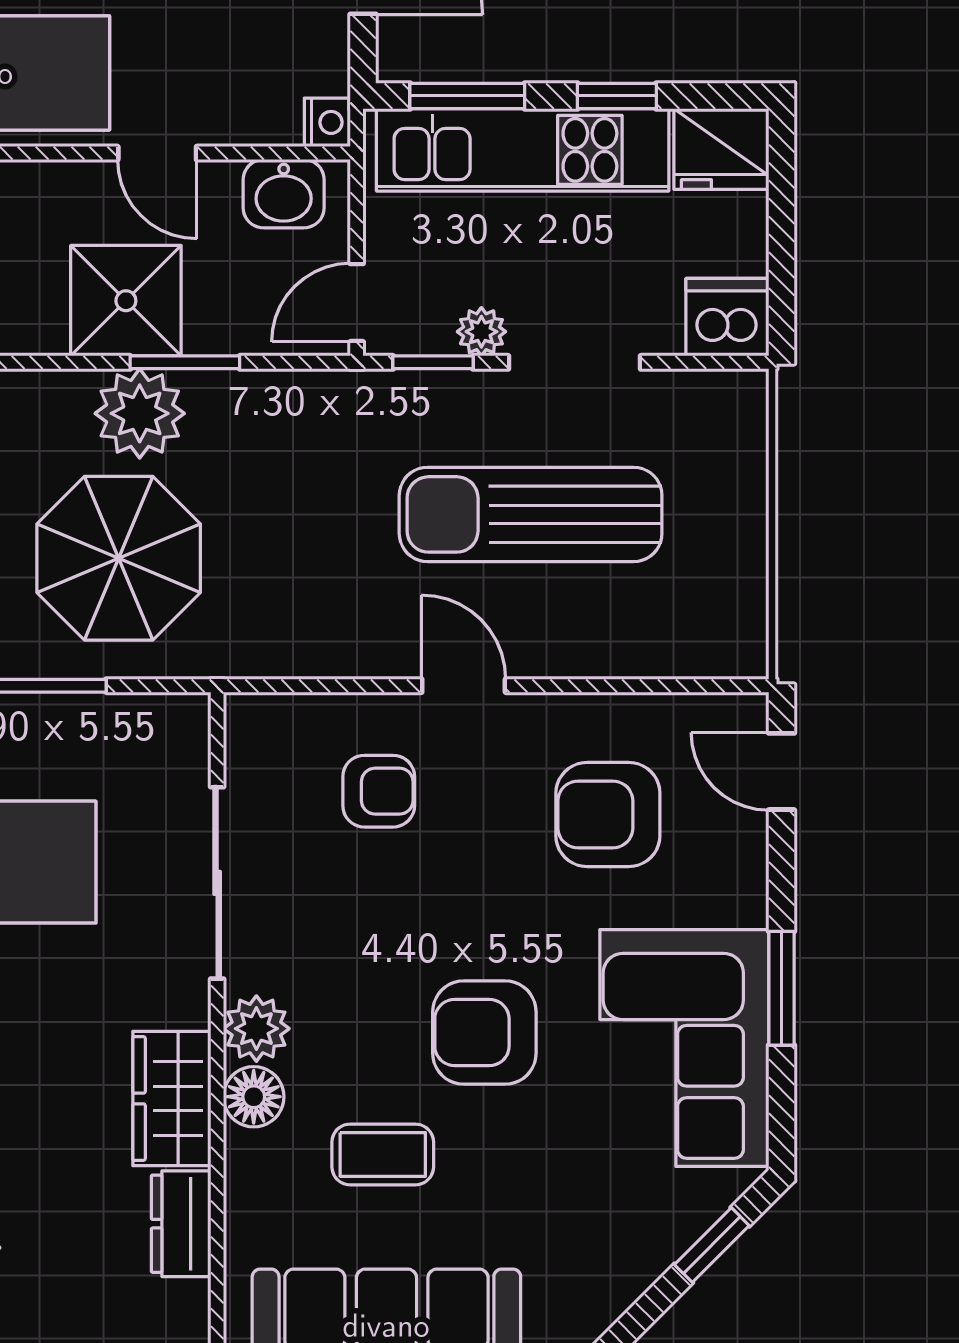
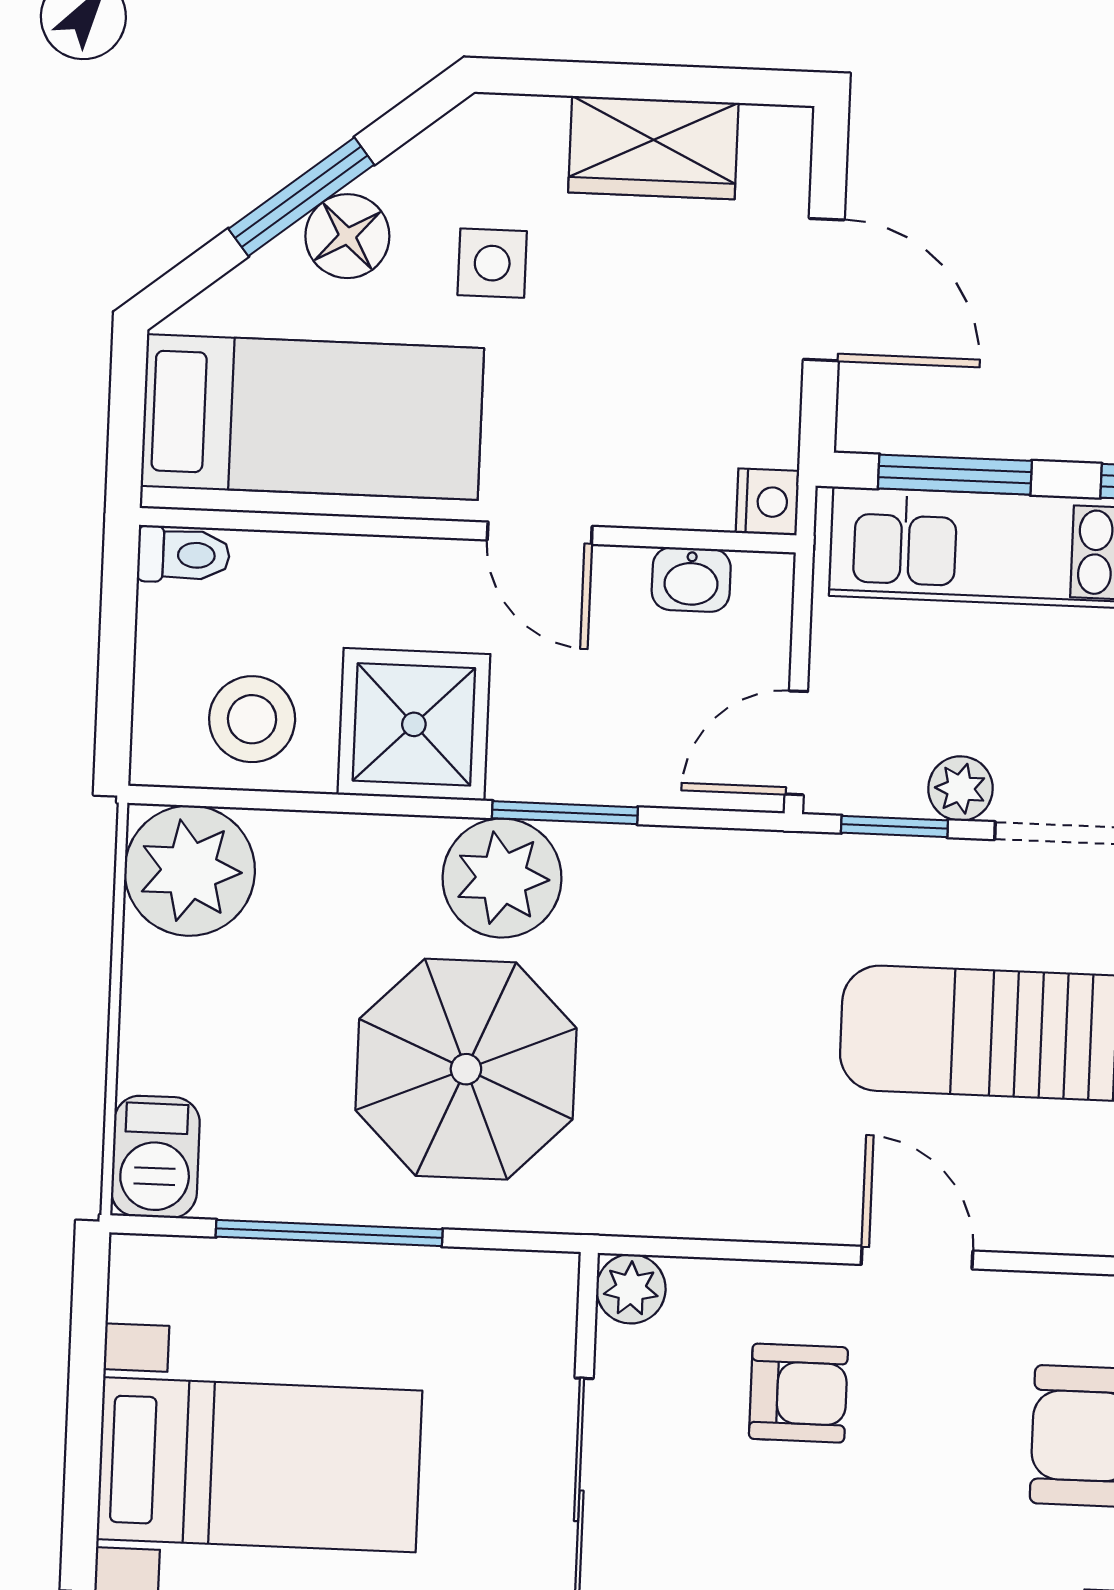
washbasin: (284, 194) -> (691, 579), width x0.72, depth x0.69
shower: (126, 301) -> (414, 724), moved
plant: (250, 718) -> (631, 1289), added

